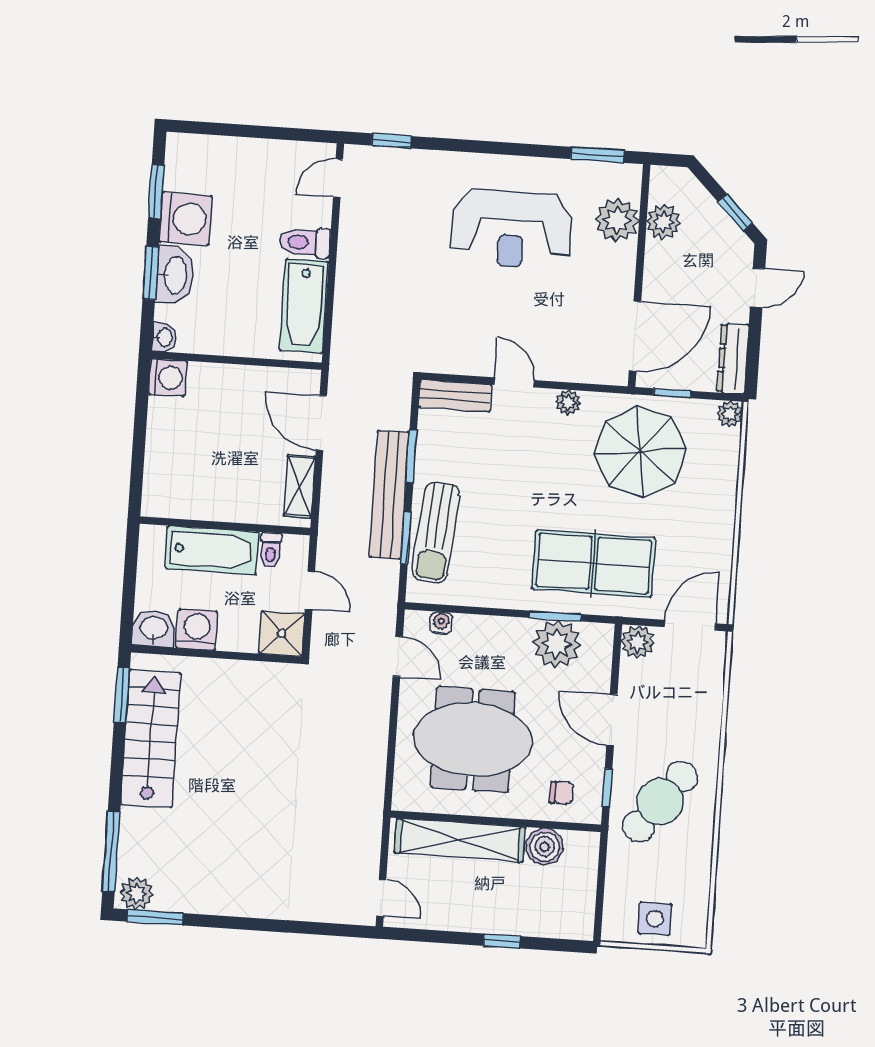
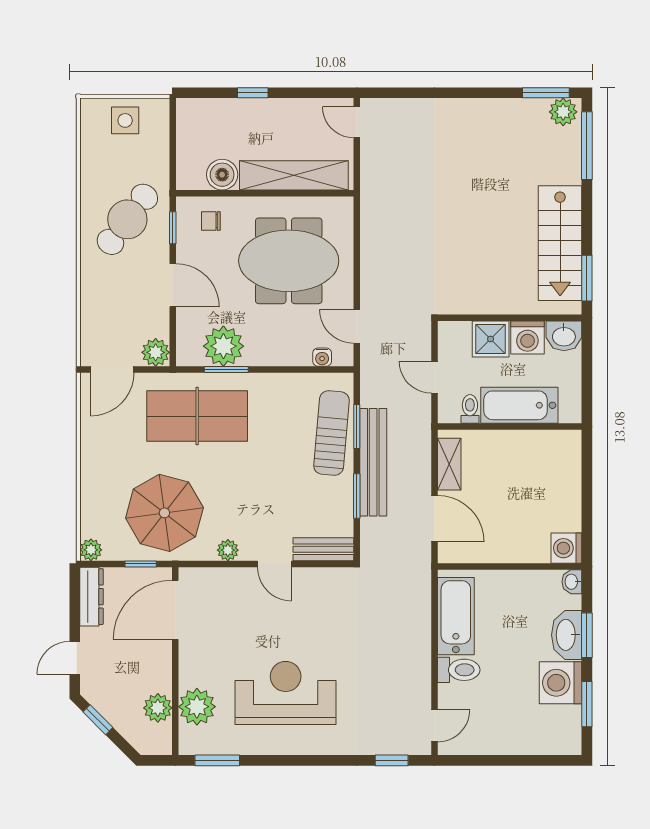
shower: (282, 634) -> (491, 339), moved

